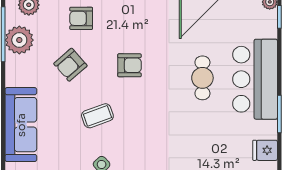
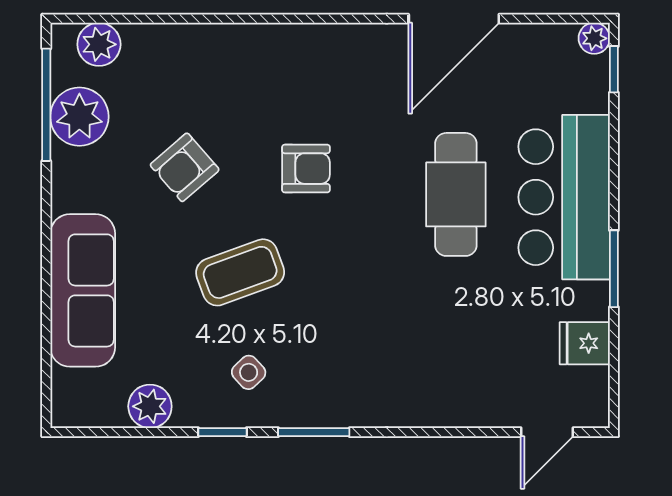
armchair: (81, 18) -> (207, 72), removed
cafe table: (202, 78) -> (456, 194), width x1.37, depth x1.35
coffee table: (97, 116) -> (240, 272), width x1.36, depth x1.30

